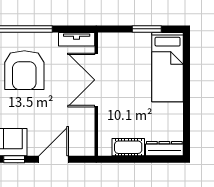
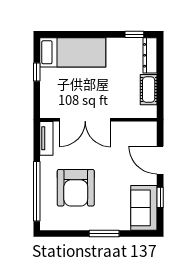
window: (147, 29) -> (37, 72), width x0.67
armchair: (24, 70) -> (76, 188), turned 90
window: (187, 132) -> (134, 34), added

